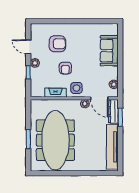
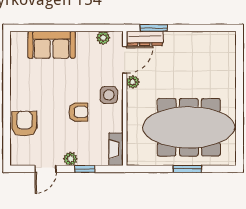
armchair: (57, 44) -> (24, 124), moved
fireplace: (56, 93) -> (116, 149), moved
tv unit: (112, 147) -> (199, 40), removed

